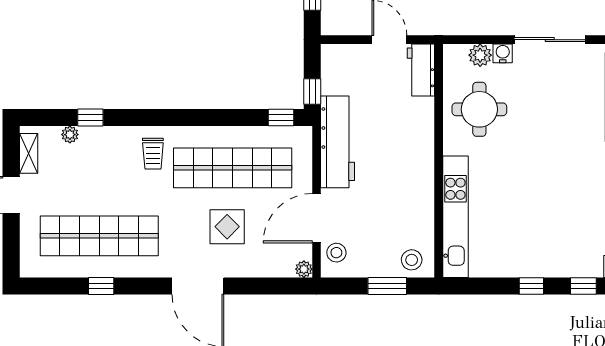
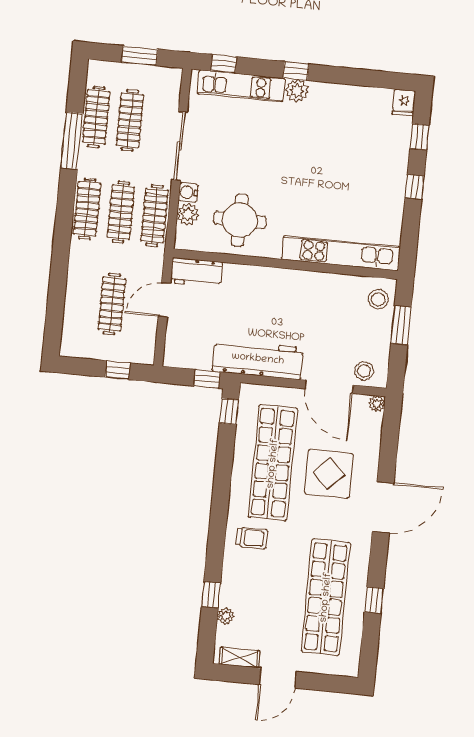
clothes rail: (476, 21) -> (155, 215), added
display table: (227, 227) -> (329, 474), width x1.36, depth x1.36

